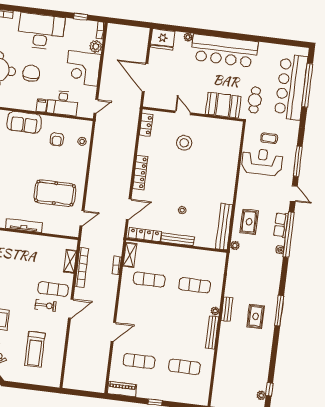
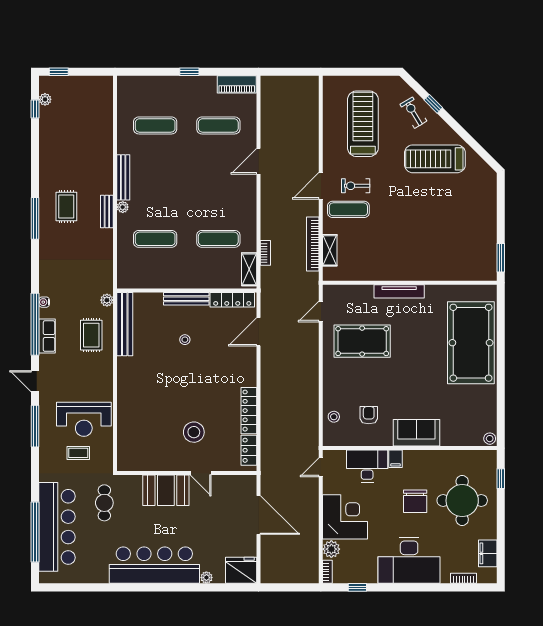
booth: (223, 105) -> (166, 490), moved
locker: (140, 172) -> (249, 411), moved
treadmill: (35, 349) -> (363, 124), width x1.37, depth x1.38

